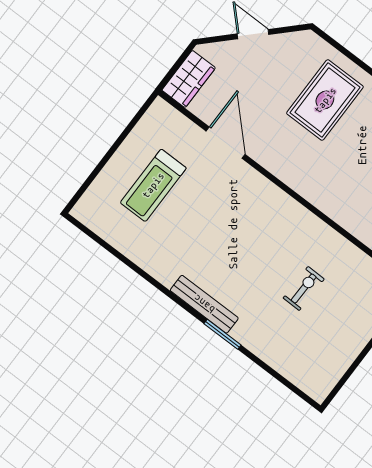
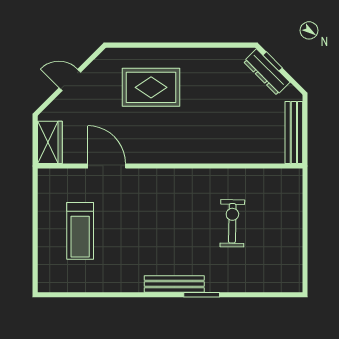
rug: (325, 100) -> (151, 87), turned 90
exercise bike: (304, 289) -> (232, 223), width x1.38, depth x1.39

